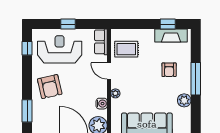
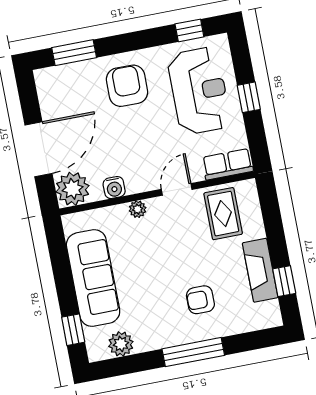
fireplace: (171, 35) -> (260, 270), moved
armchair: (50, 87) -> (127, 86), turned 103
plant: (184, 100) -> (121, 344), moved

